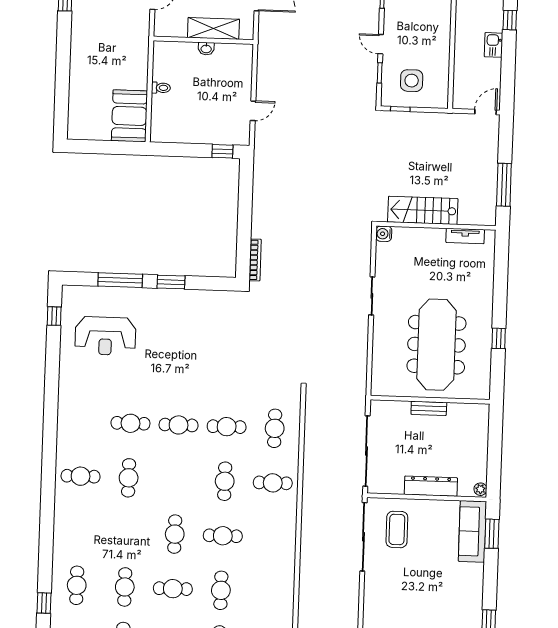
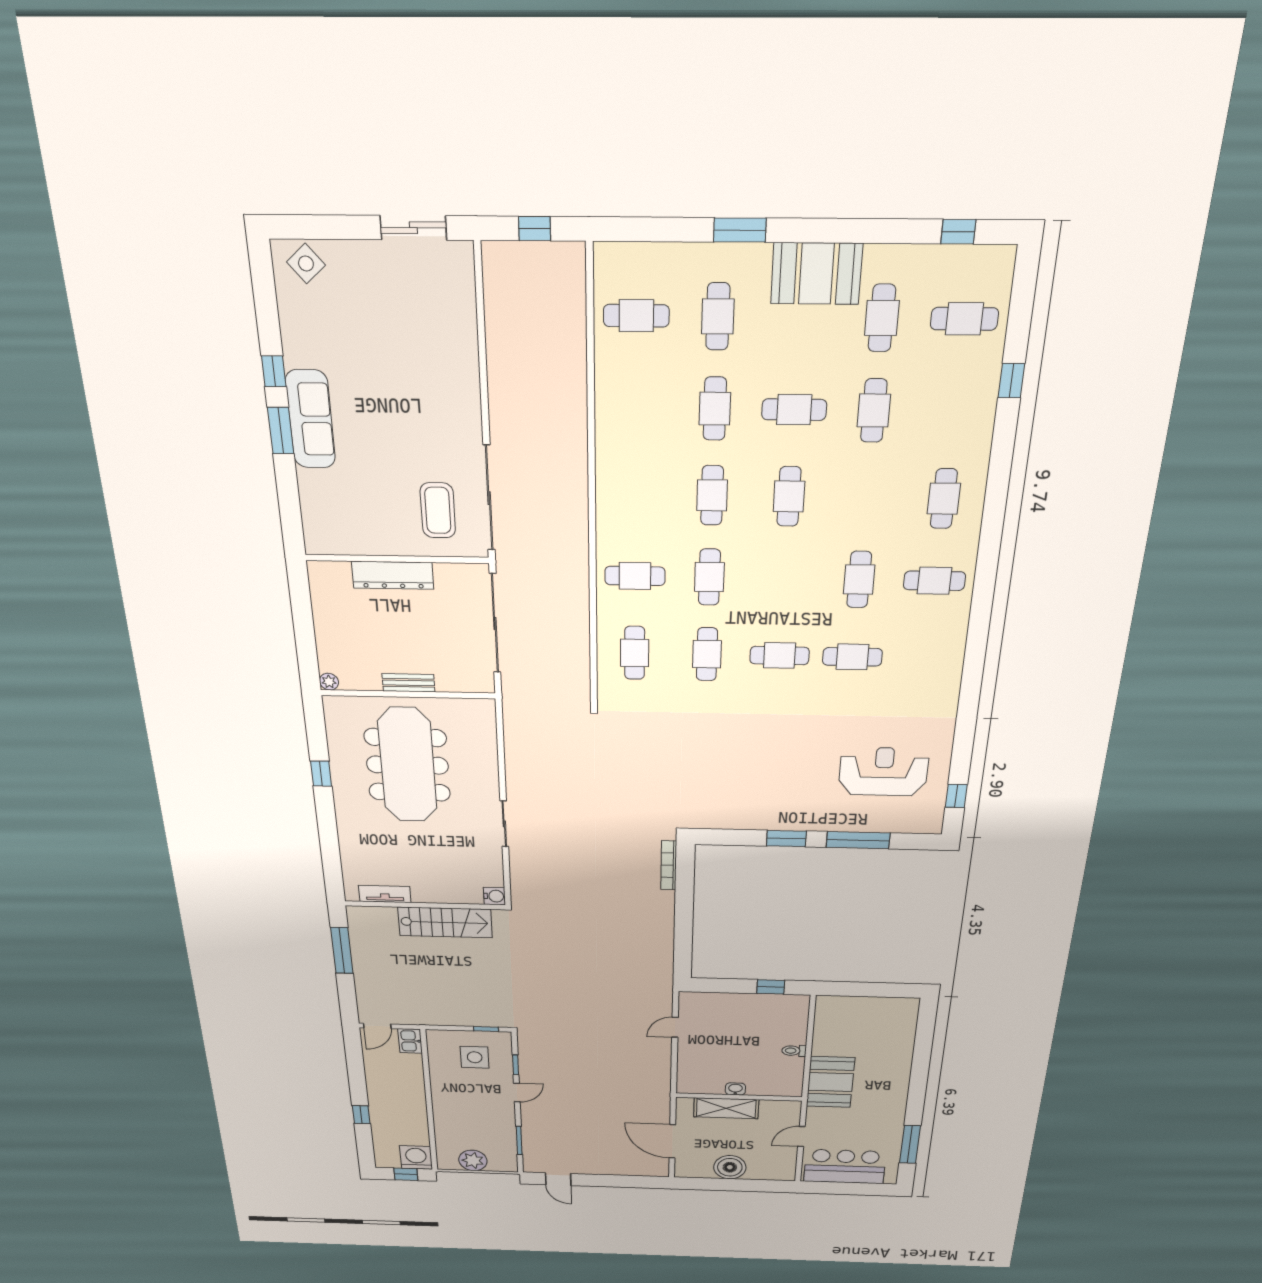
door: (381, 44) -> (517, 1092), hinge flipped
kitchen sink: (494, 45) -> (410, 1041), moved, turned 180
booth: (129, 116) -> (830, 1082), moved
window: (222, 151) -> (771, 987), moved
cafe table: (227, 427) -> (707, 654), turned 90
plant: (480, 489) -> (329, 682), moved
sofa: (472, 531) -> (311, 419), moved
window: (492, 534) -> (281, 430), moved
cafe table: (223, 536) -> (712, 495), turned 90
cafe table: (77, 585) -> (944, 499), moved

